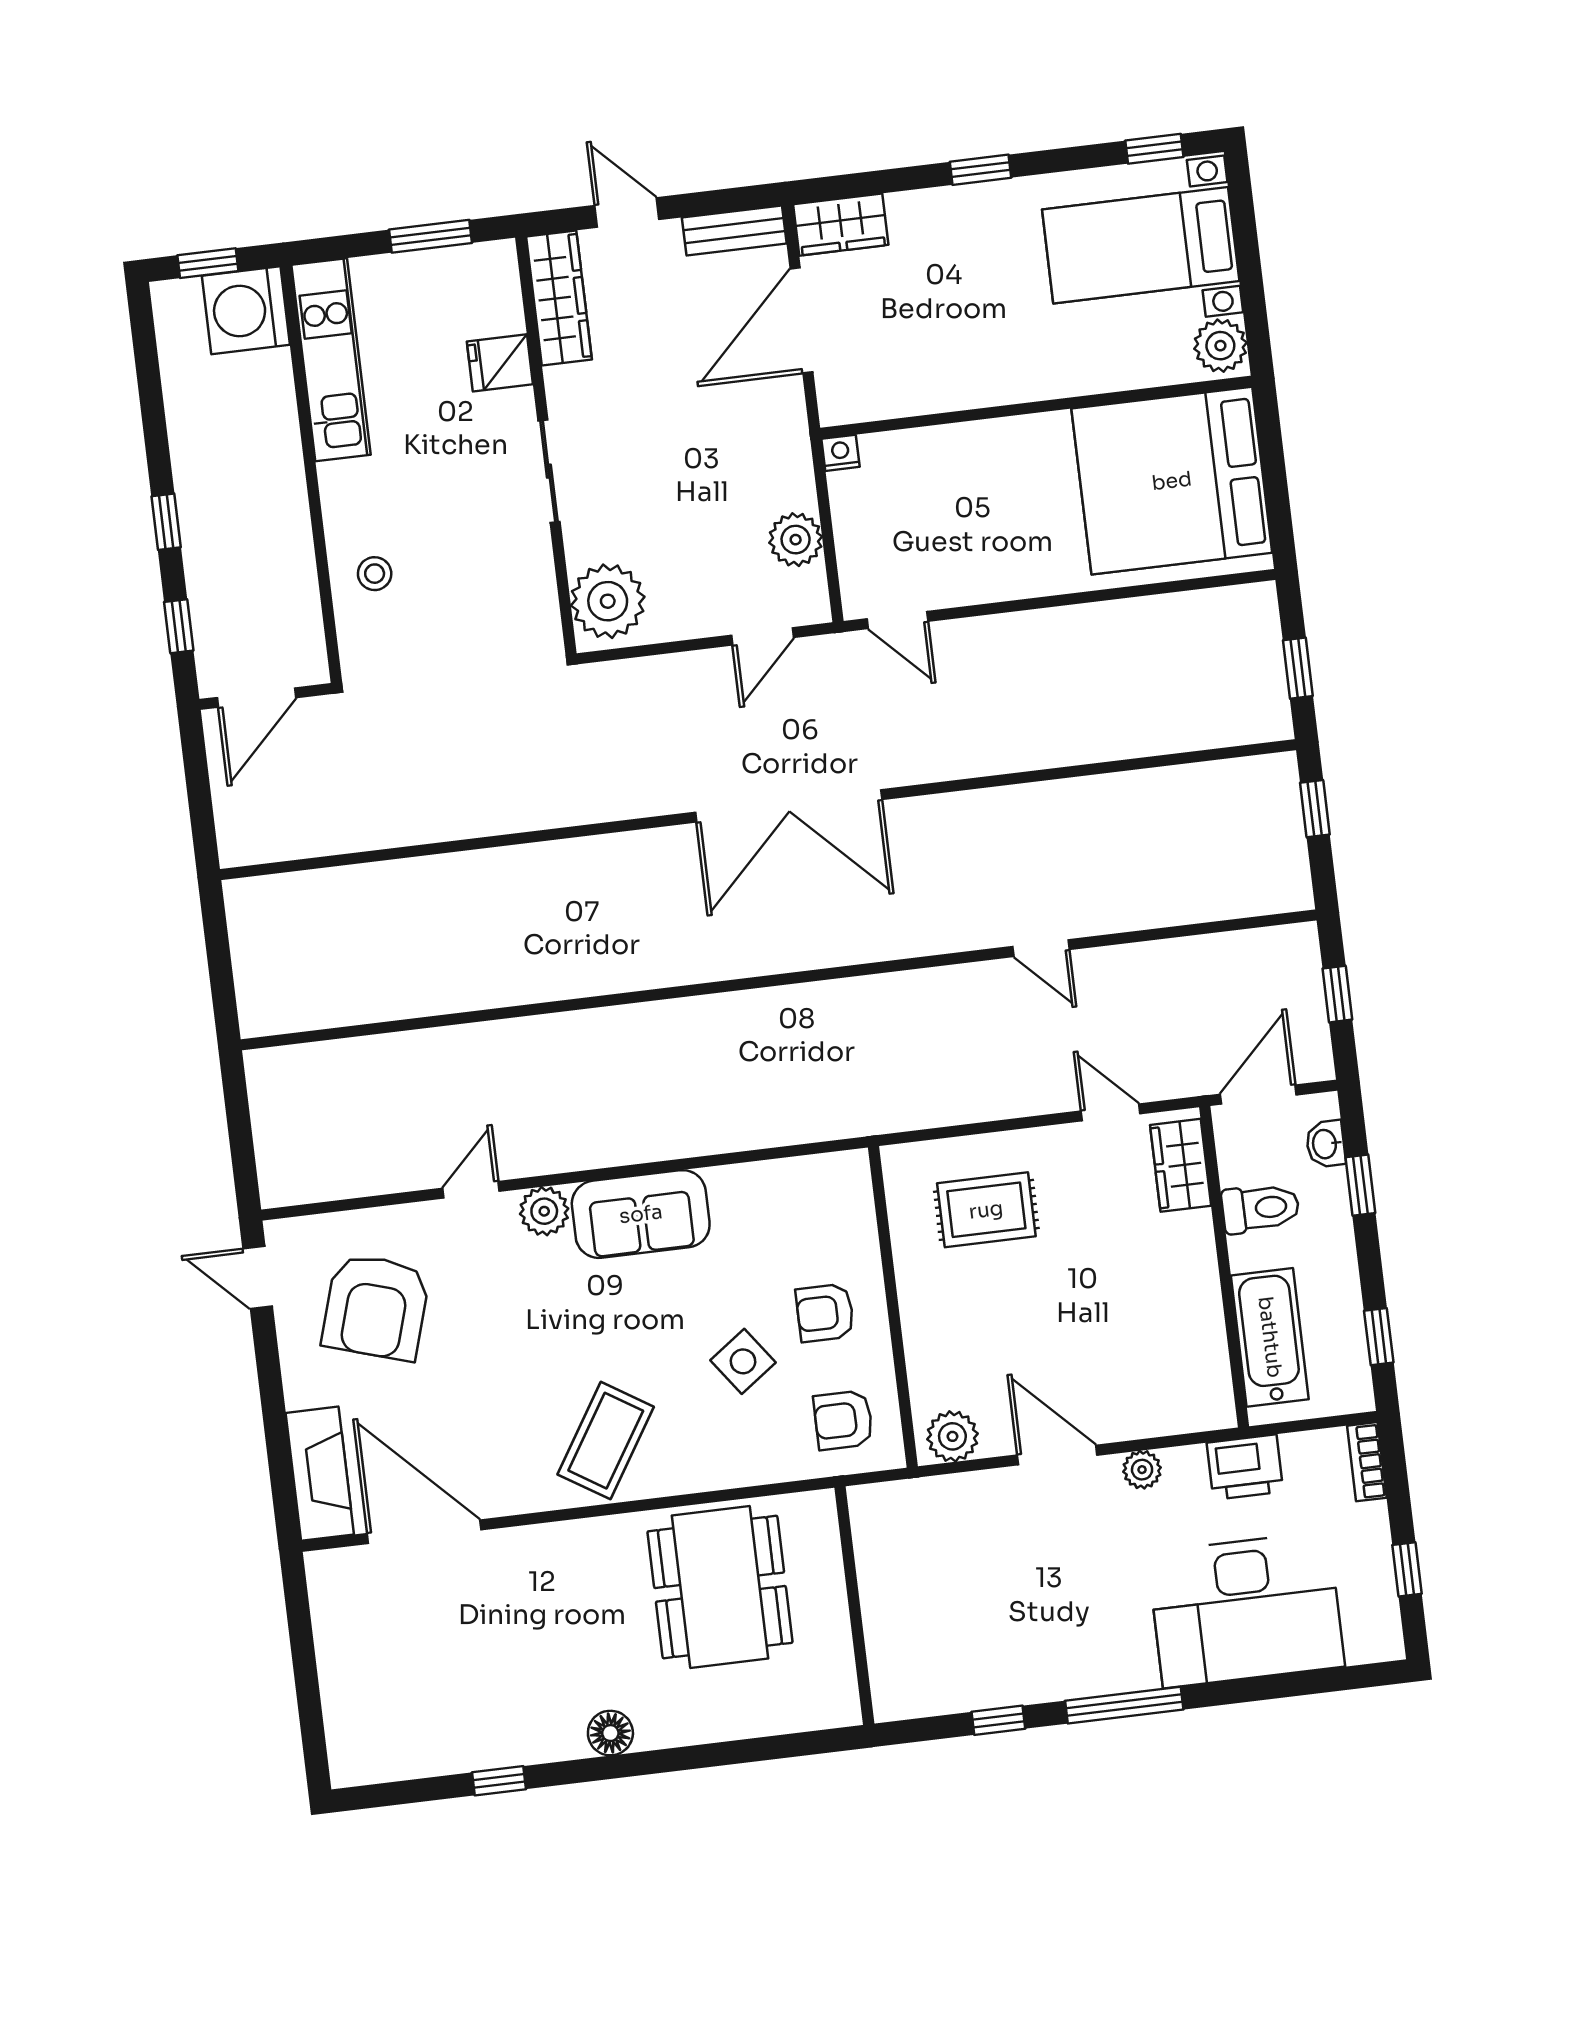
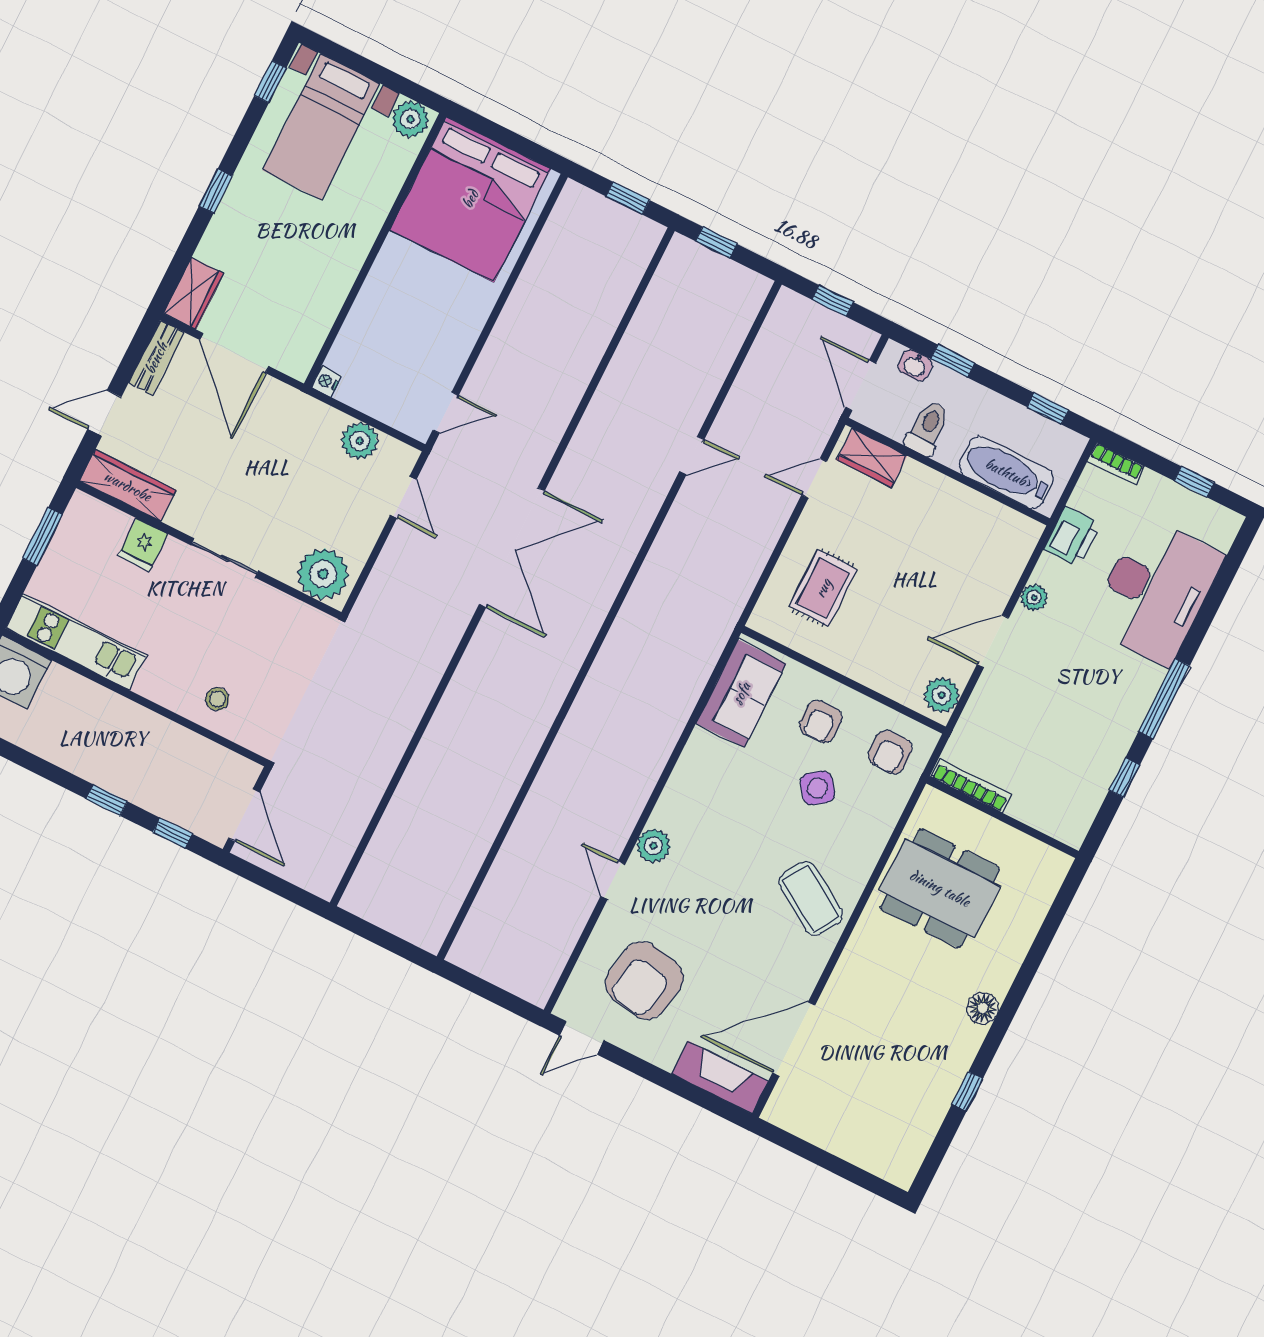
sofa: (641, 1214) -> (741, 693), moved
armchair: (376, 1307) -> (644, 981), turned 83
bookcase: (867, 1543) -> (971, 786), added

